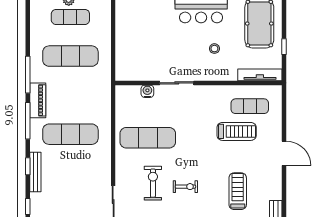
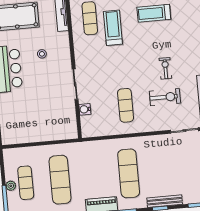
exercise mat: (148, 138) -> (126, 105), width x0.73, depth x0.69
exercise bike: (153, 183) -> (165, 97), turned 180
treadmill: (238, 191) -> (154, 13), moved

